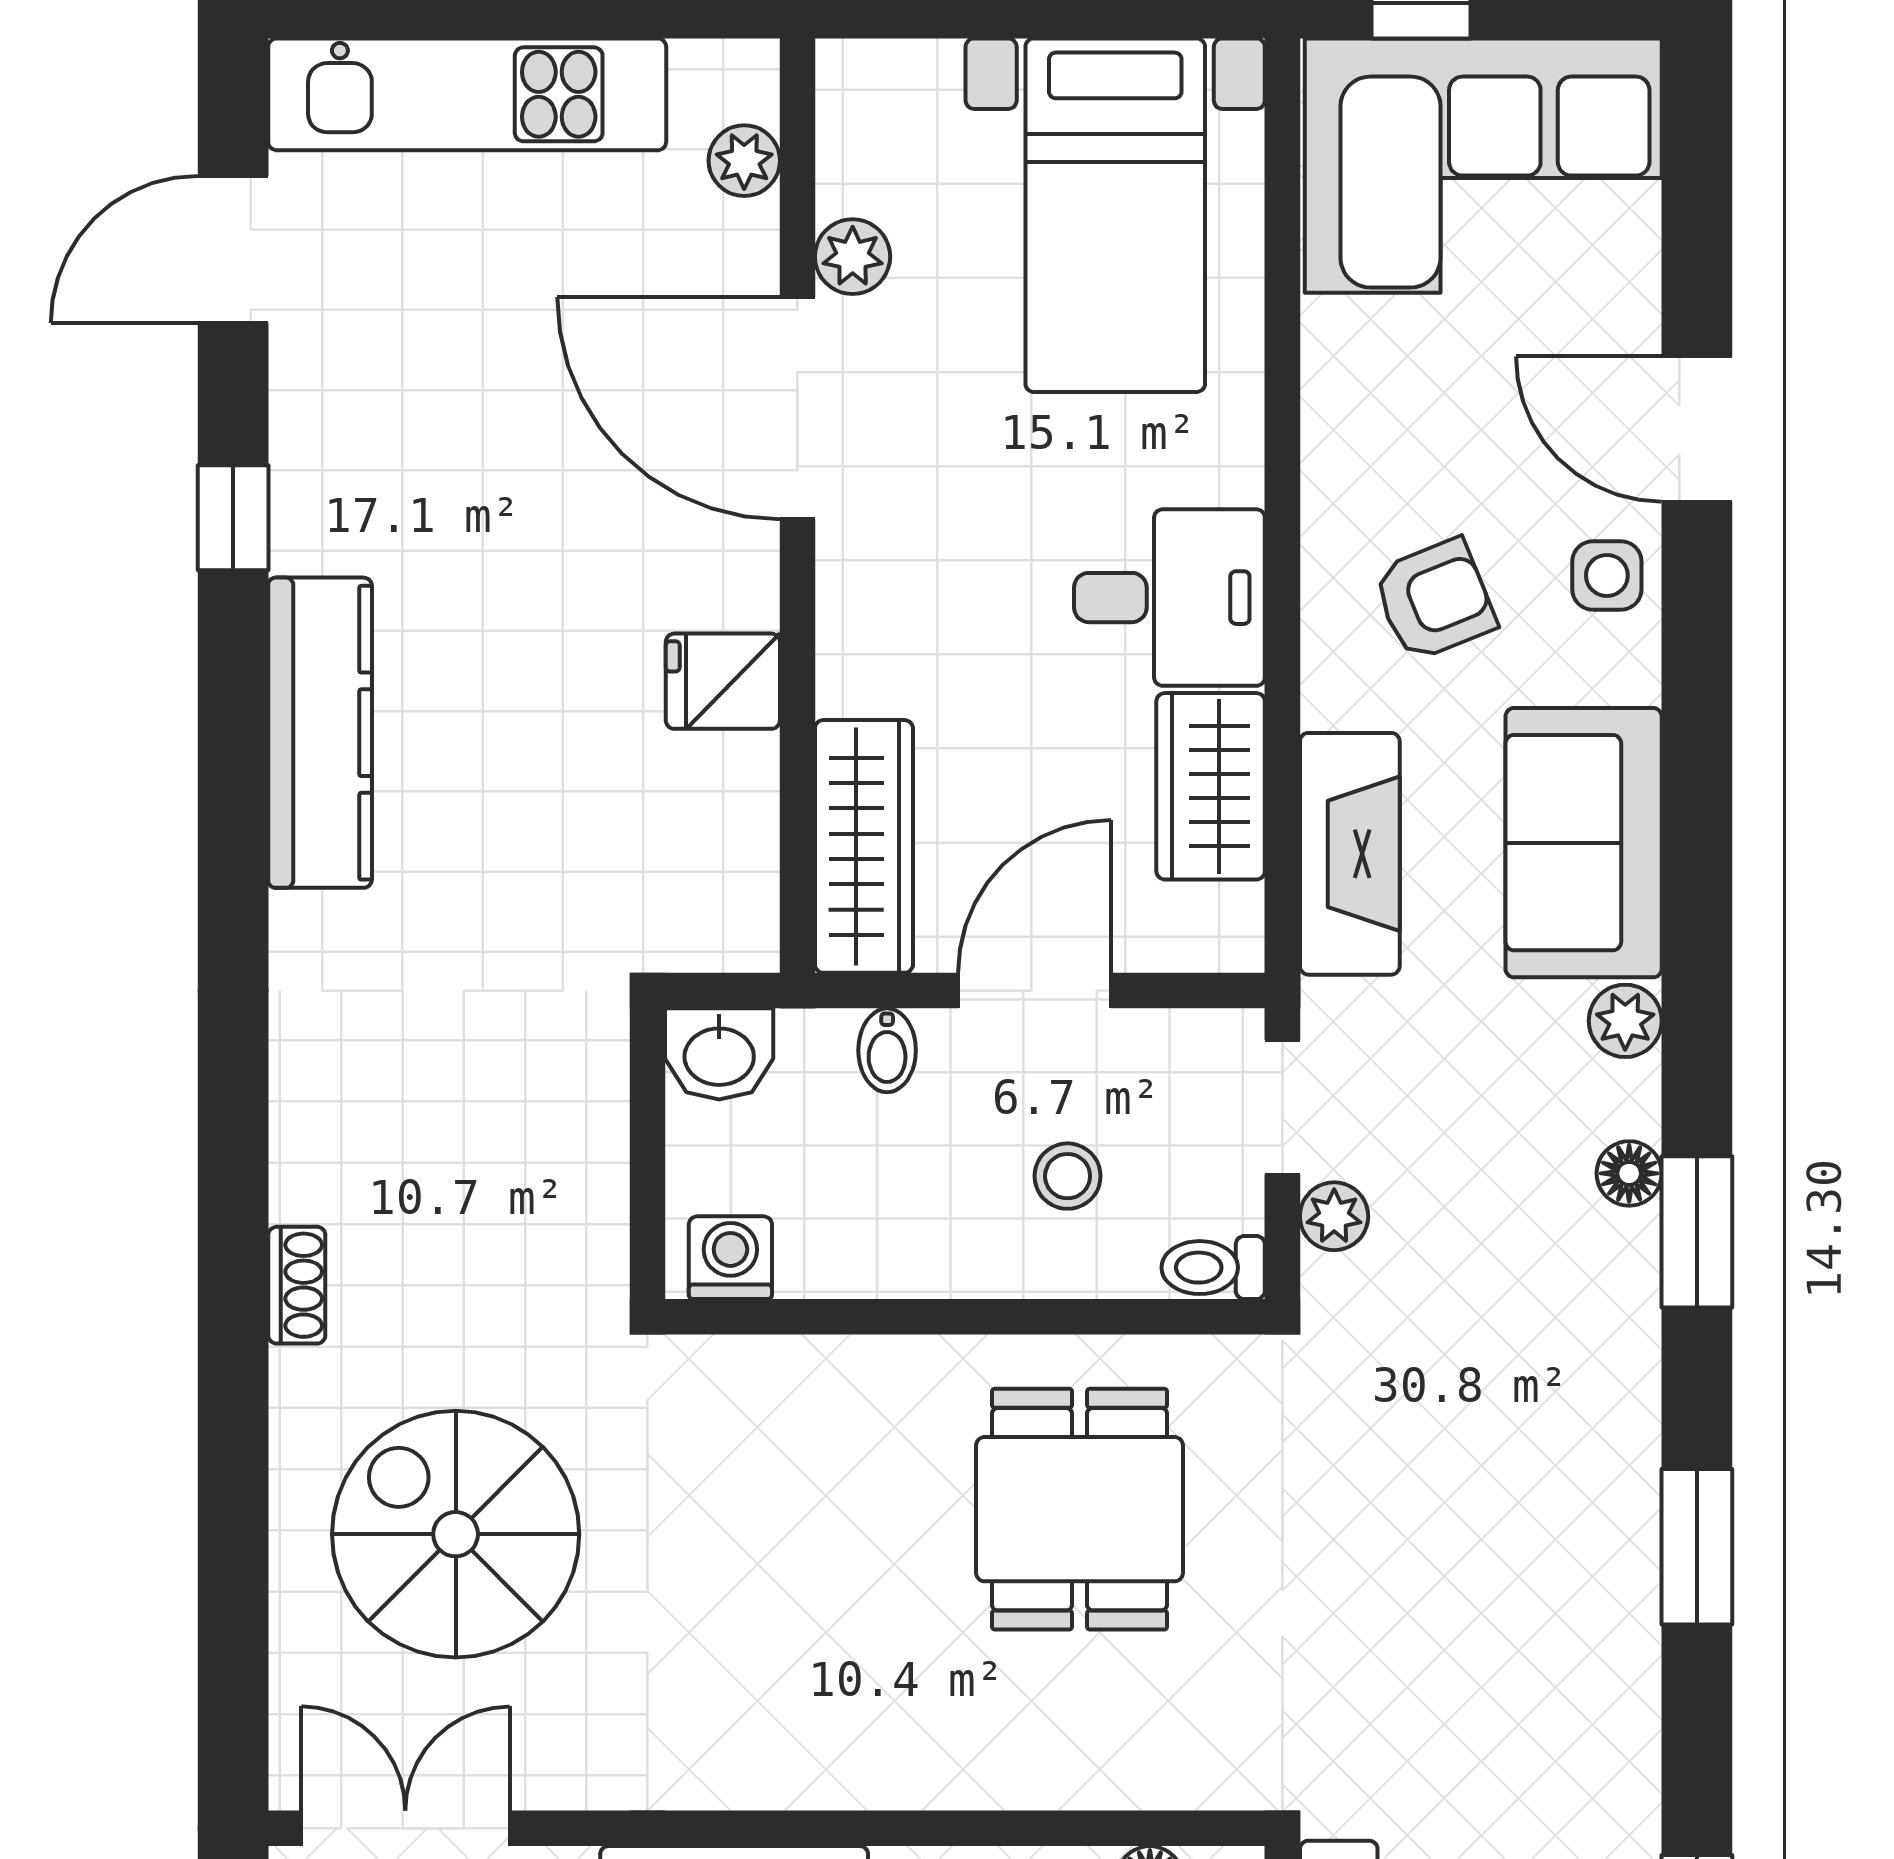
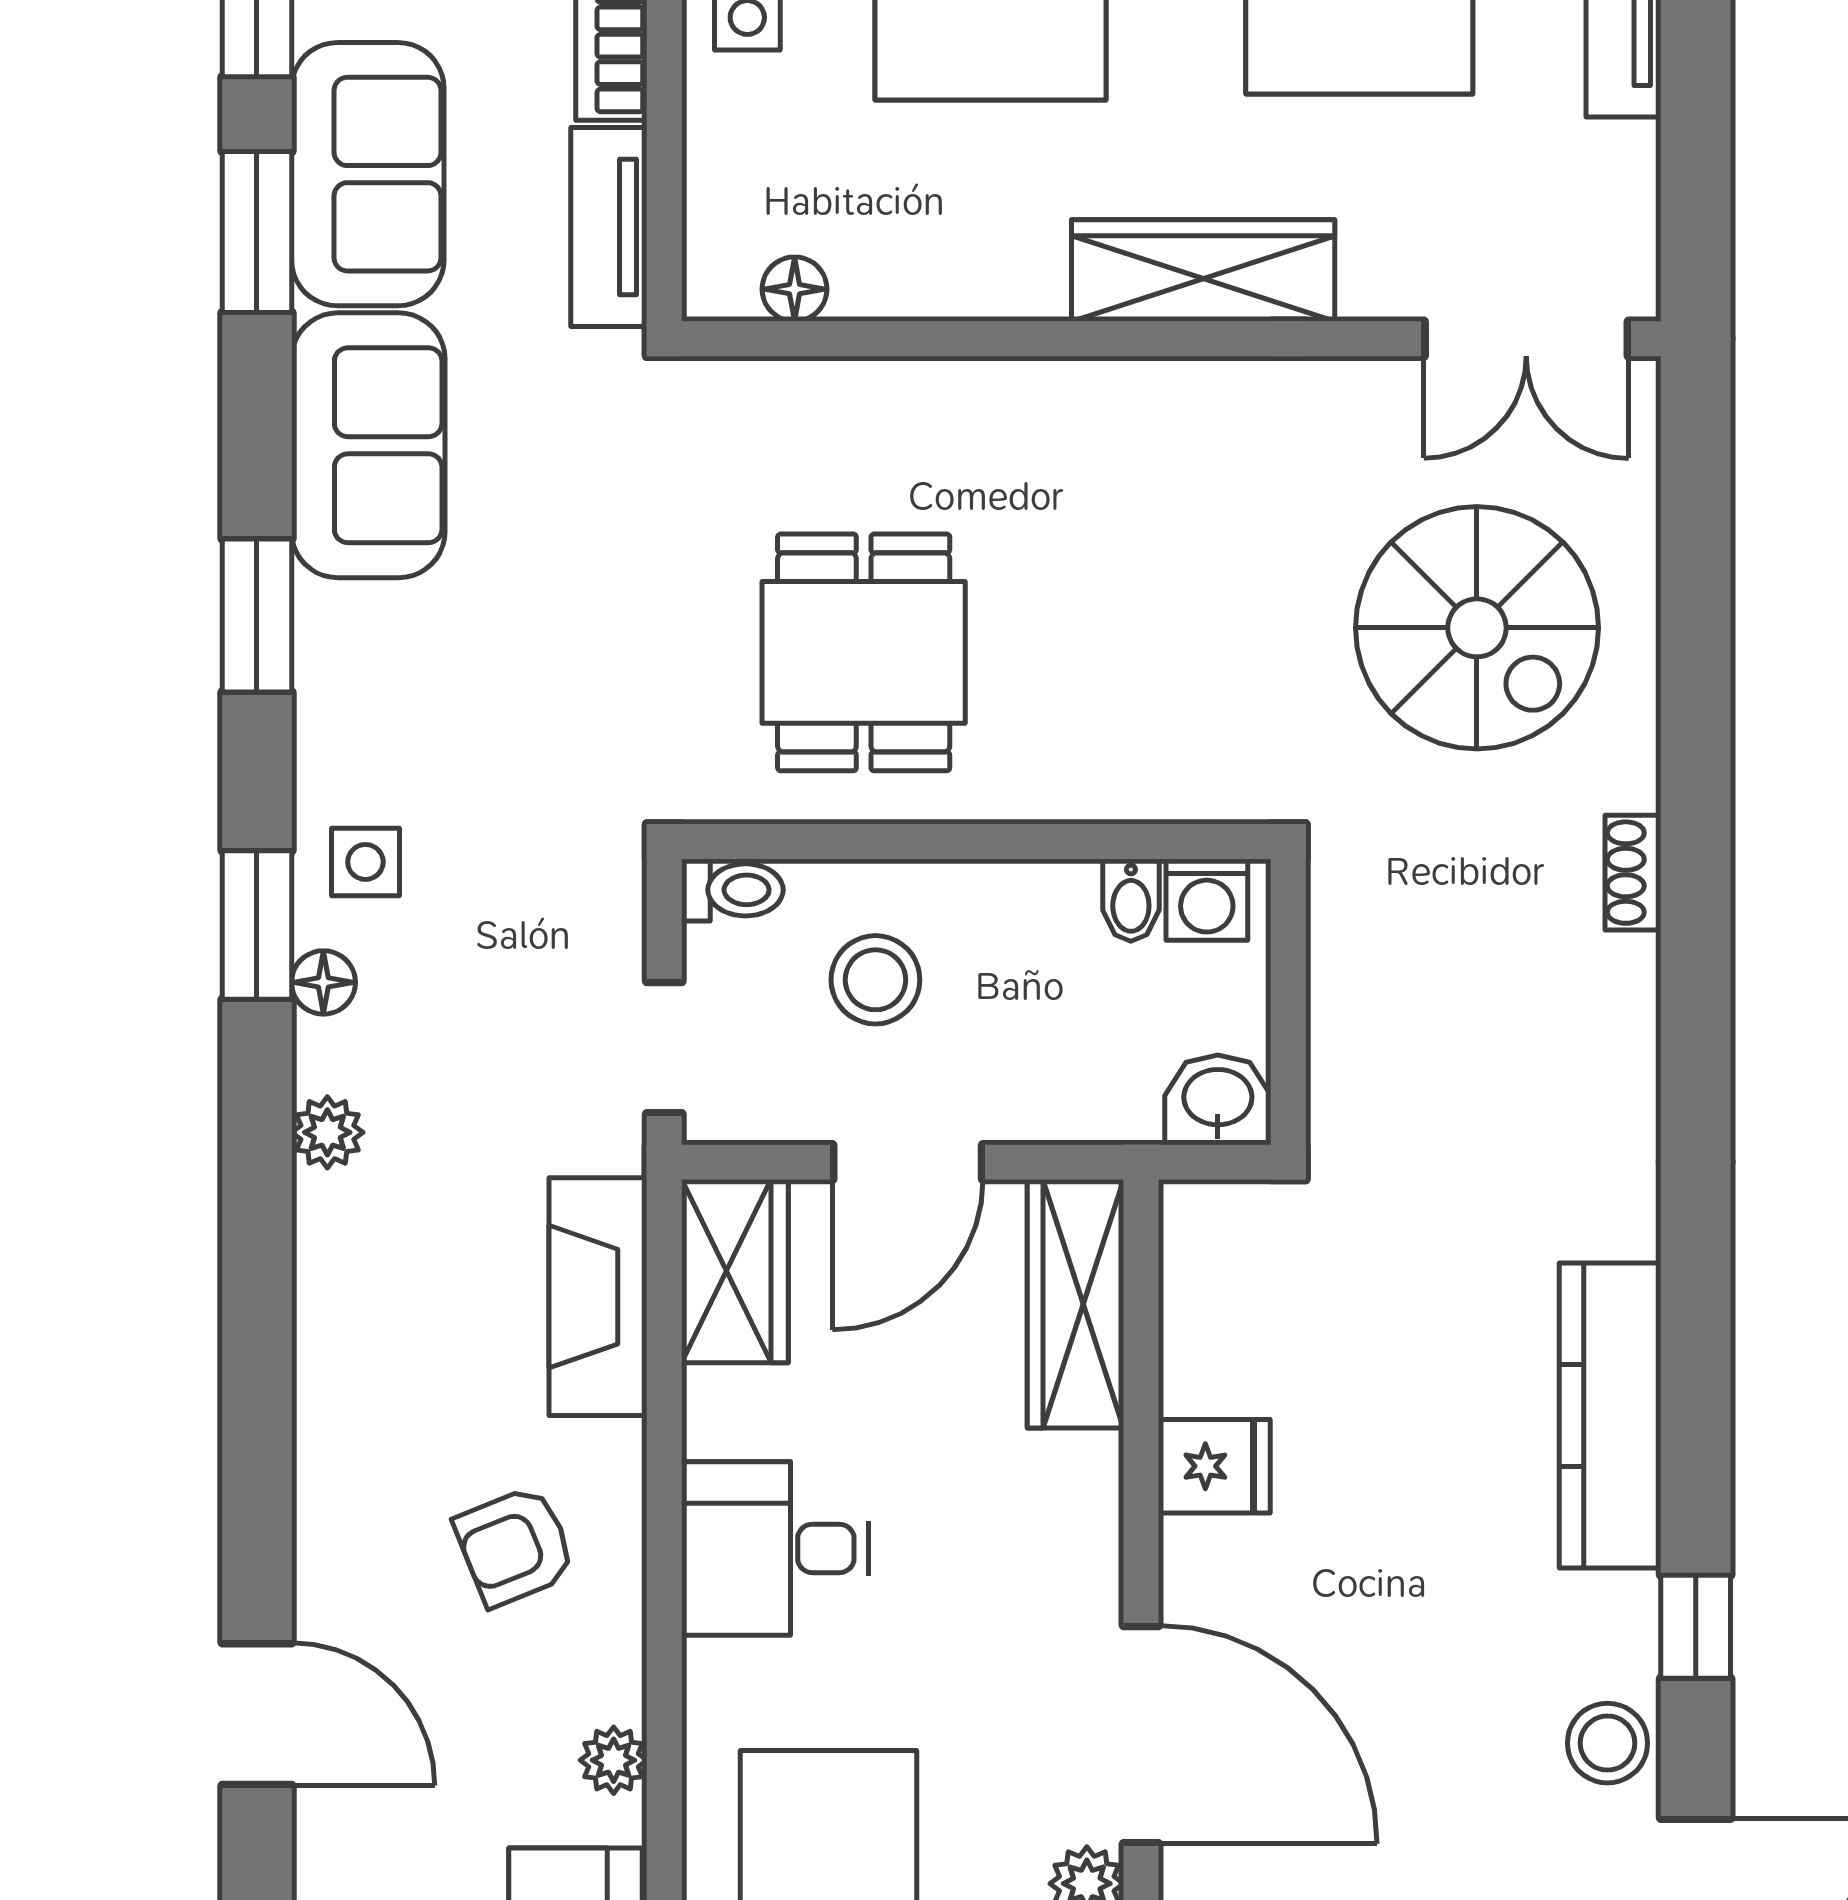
stool: (323, 400) -> (1607, 1743), added
side table: (1607, 575) -> (365, 862), moved
wardrobe: (1211, 786) -> (735, 1271), moved
sofa: (1584, 843) -> (368, 445), moved
bidet: (887, 1050) -> (1131, 900), moved, turned 180
stool: (1068, 1176) -> (875, 980), width x1.37, depth x1.37
plant: (1334, 1216) -> (614, 1760), moved

